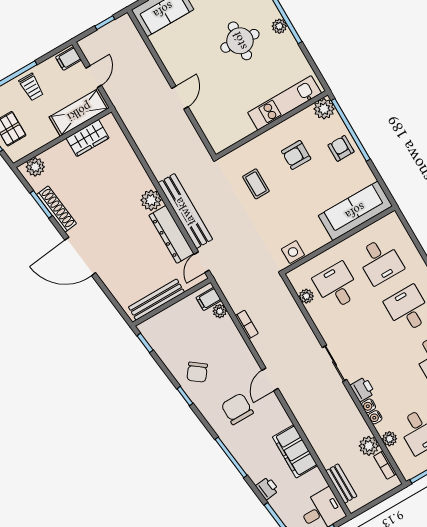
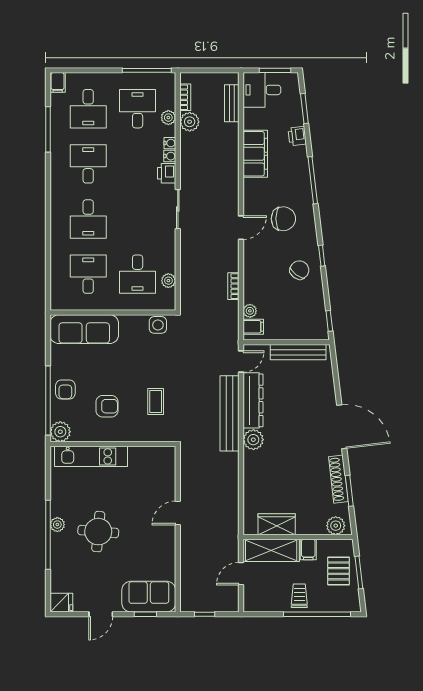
filing cabinet: (68, 58) -> (308, 550), moved, turned 90
chair: (237, 409) -> (283, 219), turned -90

